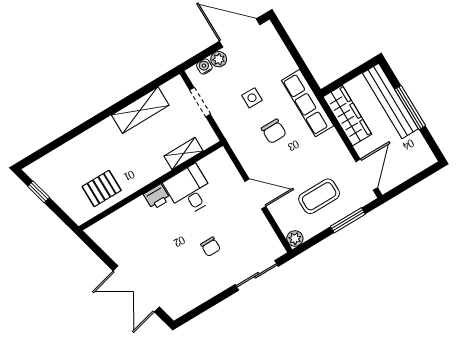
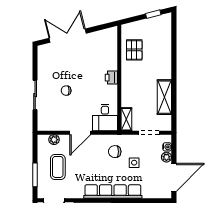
row of seats: (308, 103) -> (113, 192), width x1.36
chair: (274, 131) -> (115, 152), moved
shelving: (184, 153) -> (126, 119), moved
desk: (189, 190) -> (105, 117), moved, turned 90
plant: (295, 238) -> (54, 140), moved
sliding door: (257, 275) -> (35, 95), moved

